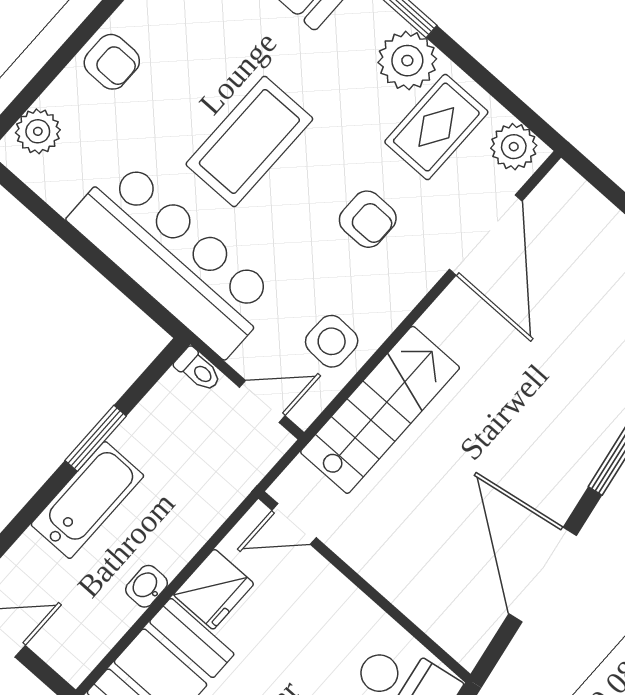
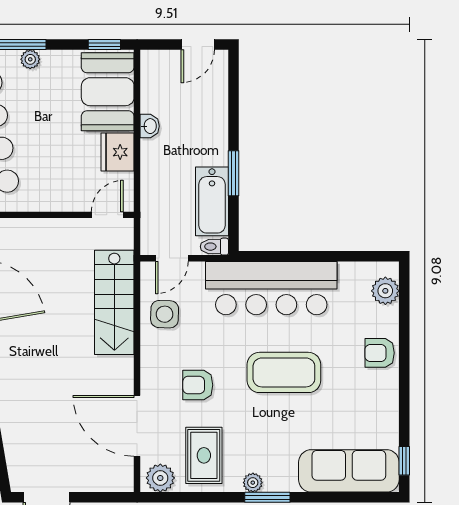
plant: (407, 61) -> (253, 483), width x0.53, depth x0.53
coffee table: (249, 141) -> (284, 372), turned 90
bathtub: (87, 500) -> (212, 201), moved

